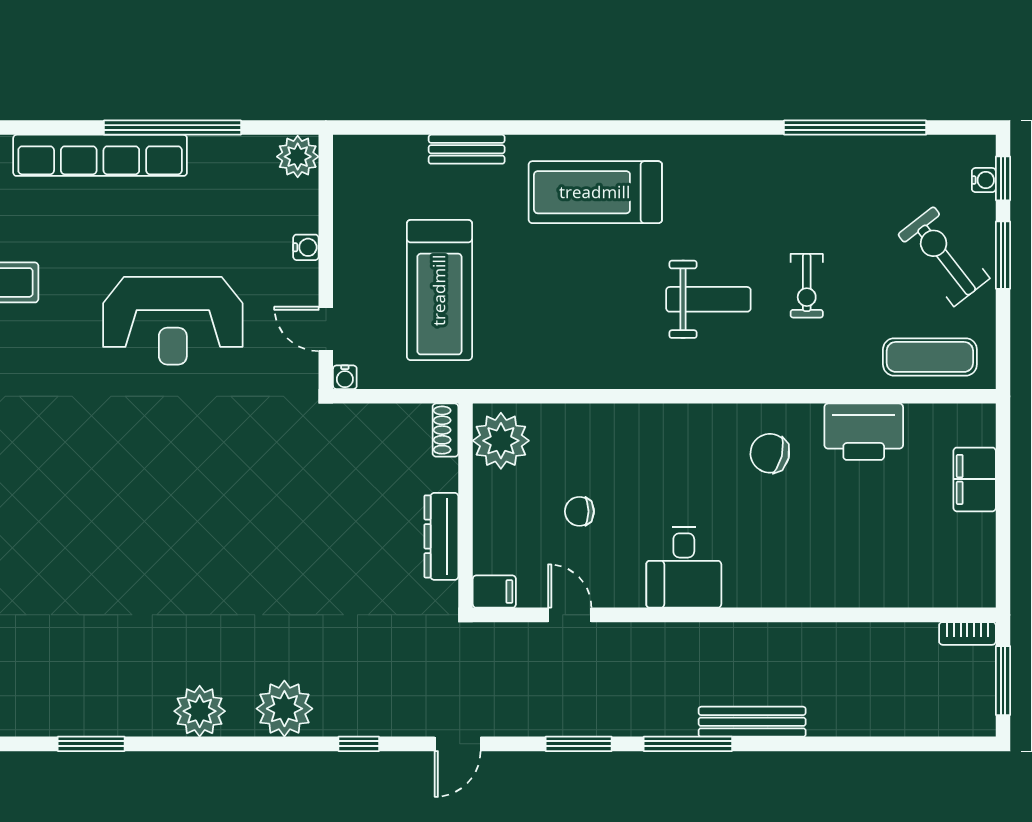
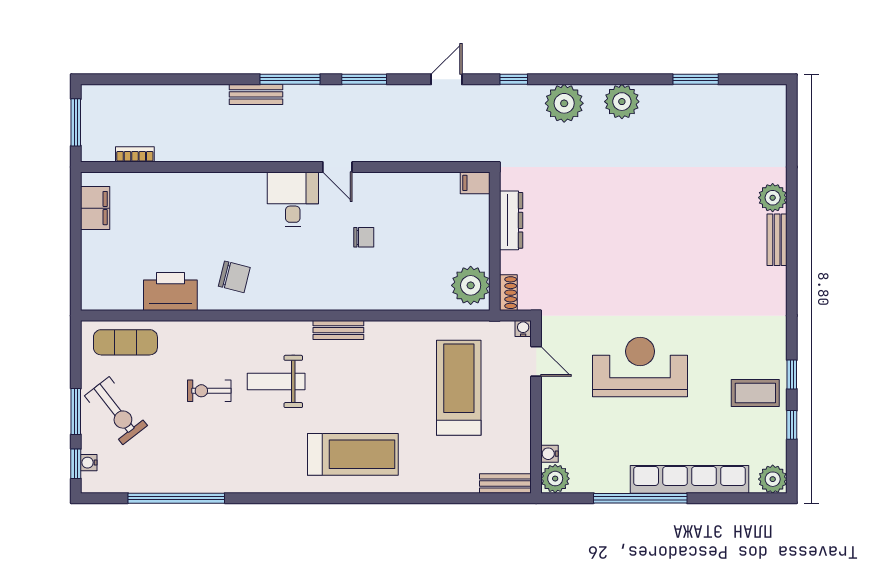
bench: (467, 149) -> (505, 483), moved
water cooler: (306, 247) -> (550, 454), moved
exercise bike: (807, 286) -> (209, 391), turned -90
bench: (617, 375) -> (338, 330), added
shoe rack: (445, 430) -> (508, 293), moved
plant: (501, 441) -> (471, 285), moved
filing cabinet: (975, 479) -> (95, 208), moved
wall: (466, 506) -> (495, 241), moved
dresser: (441, 536) -> (511, 220), moved
filing cabinet: (494, 592) -> (475, 183), moved
door: (570, 615) -> (337, 167), moved
bookcase: (967, 633) -> (135, 154), moved
bench: (752, 722) -> (256, 94), width x0.73

